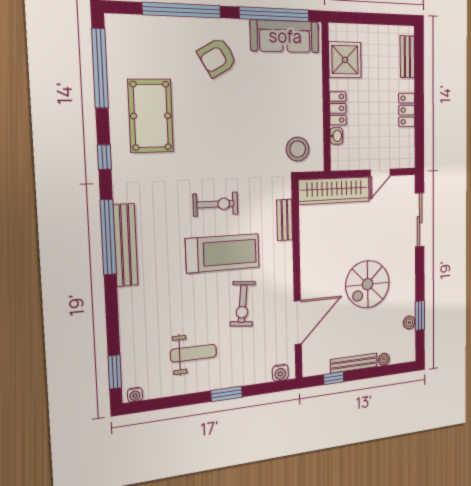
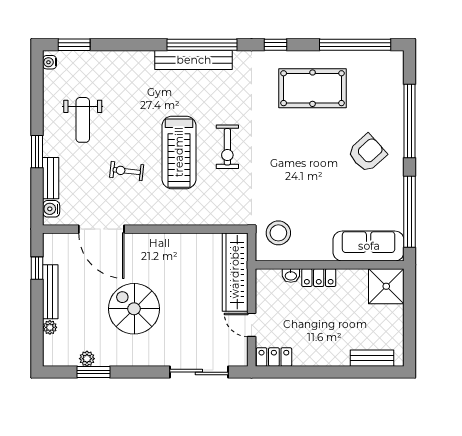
sofa: (285, 36) -> (369, 246), moved, turned 90
armchair: (217, 57) -> (367, 153), turned 78
shower: (345, 60) -> (386, 286), moved
locker: (407, 110) -> (274, 357), moved
bench: (285, 220) -> (51, 178), moved, turned 90
exercise bike: (243, 304) -> (127, 171), width x0.73, depth x0.72

